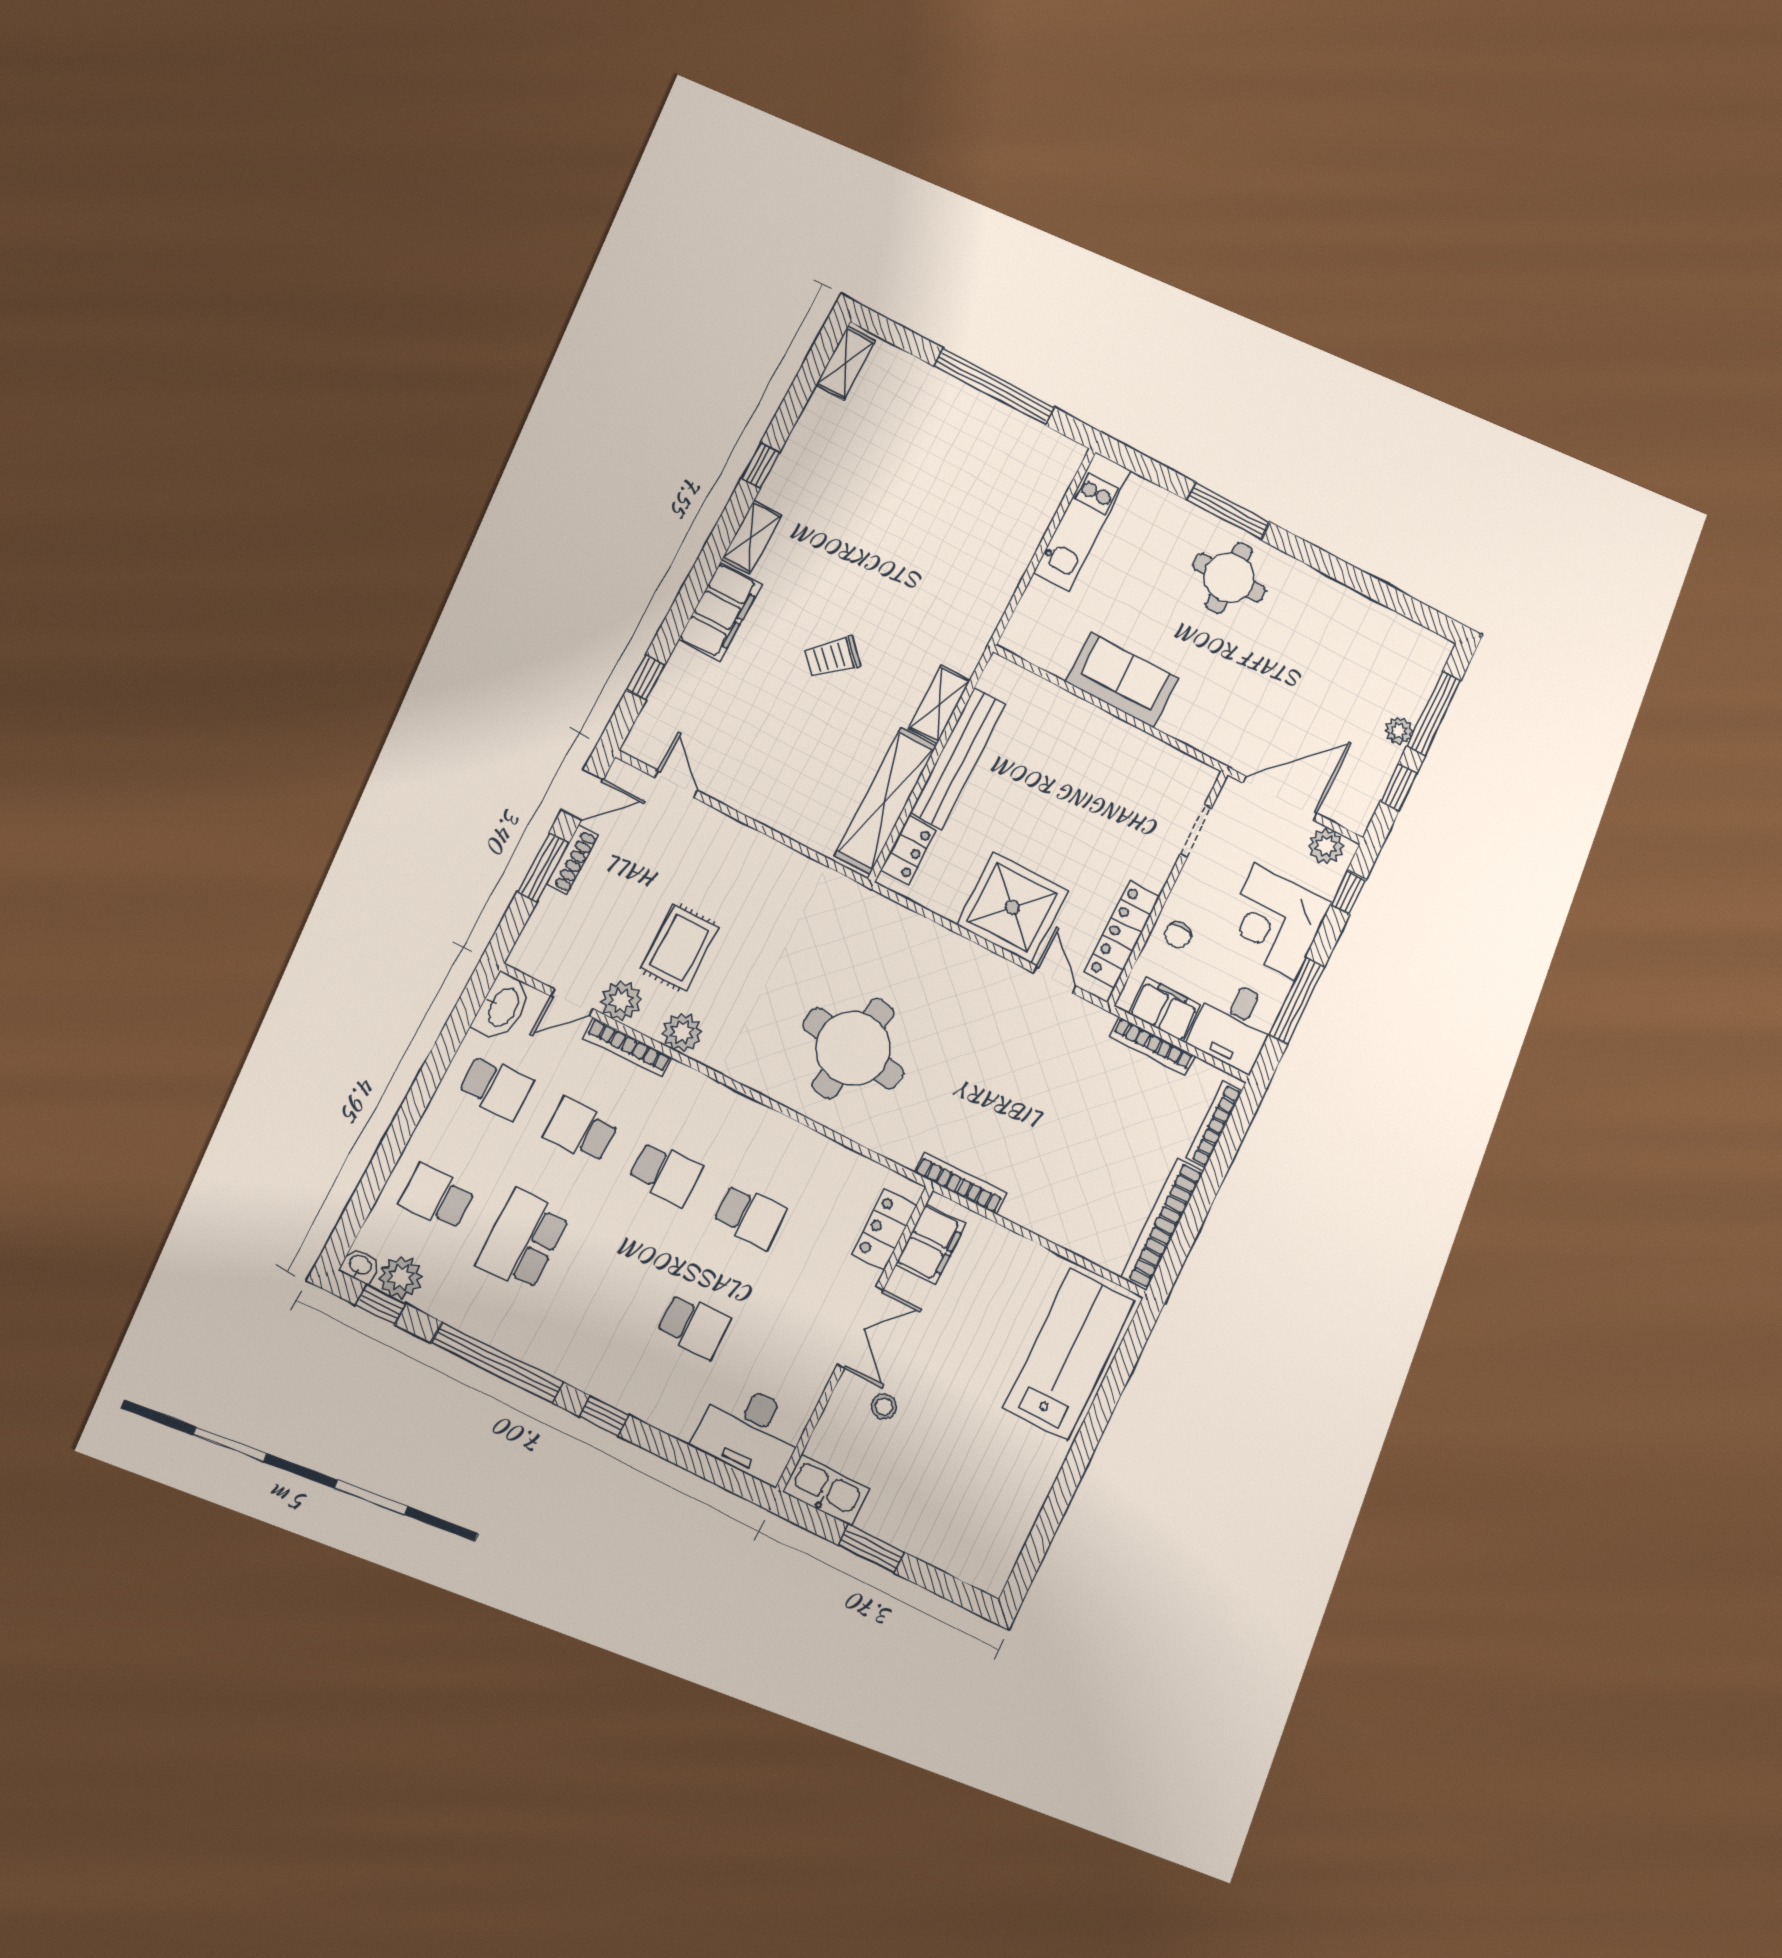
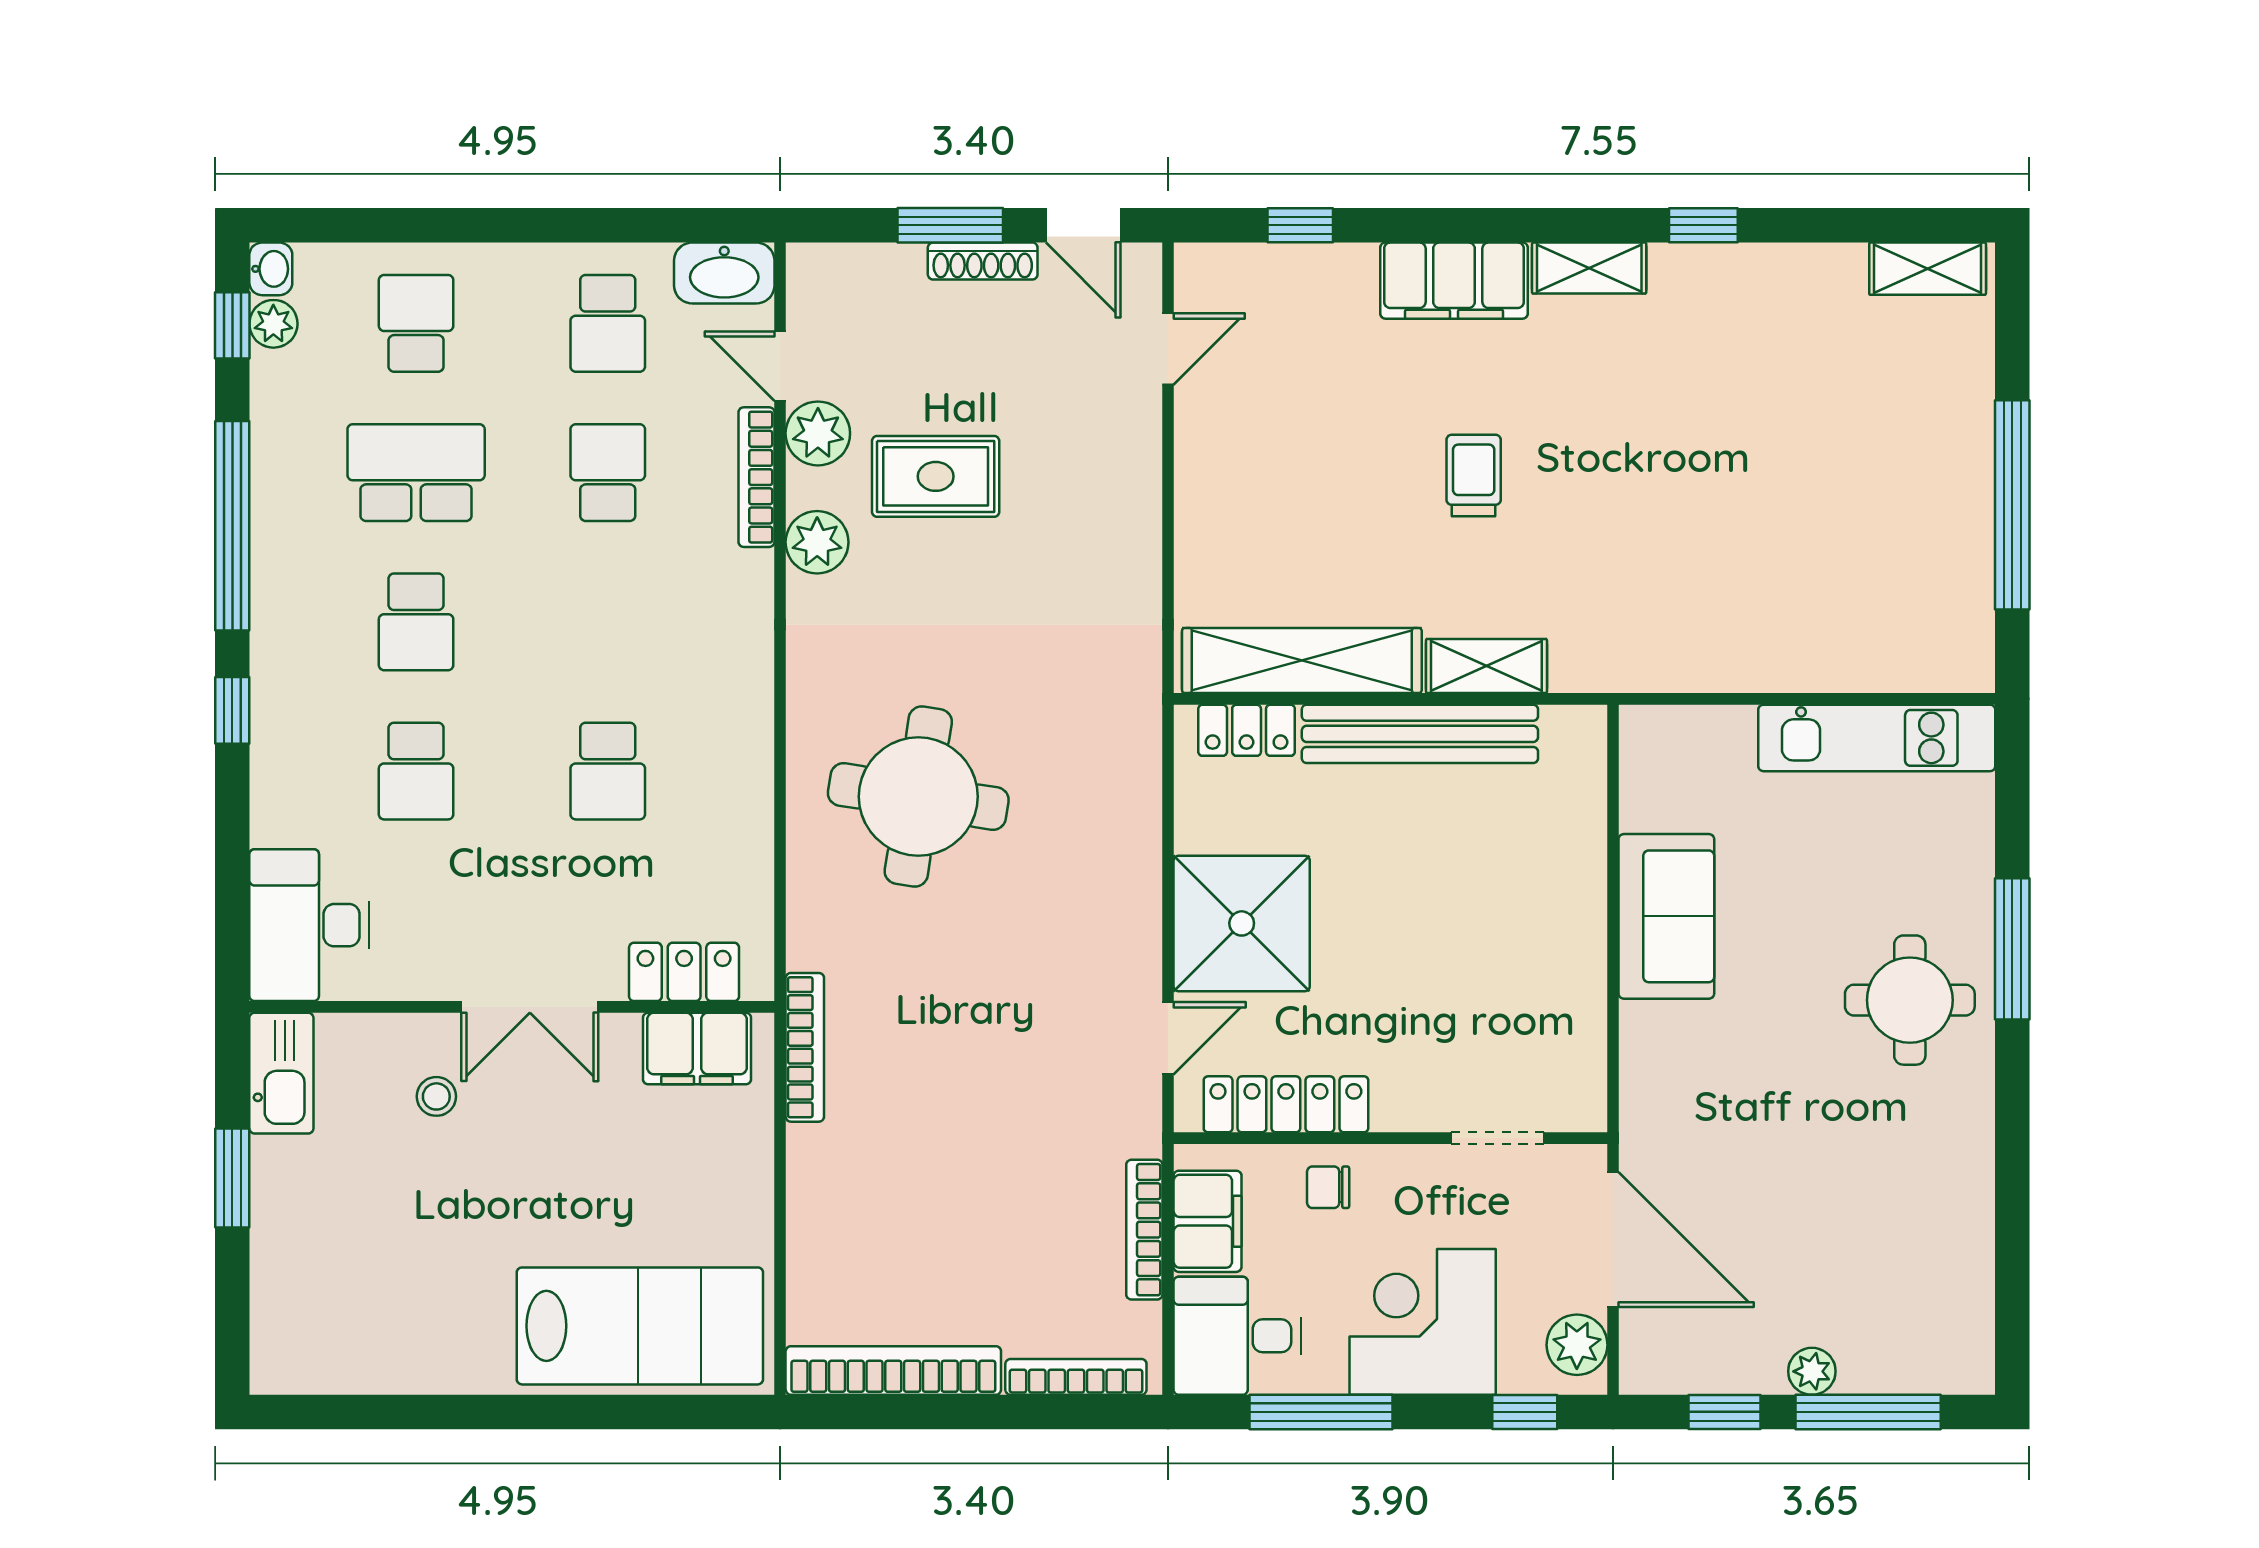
trolley: (832, 657) -> (1474, 476), turned 43
school desk: (666, 1173) -> (416, 622), moved
plant: (401, 1277) -> (273, 324), width x0.73, depth x0.73

